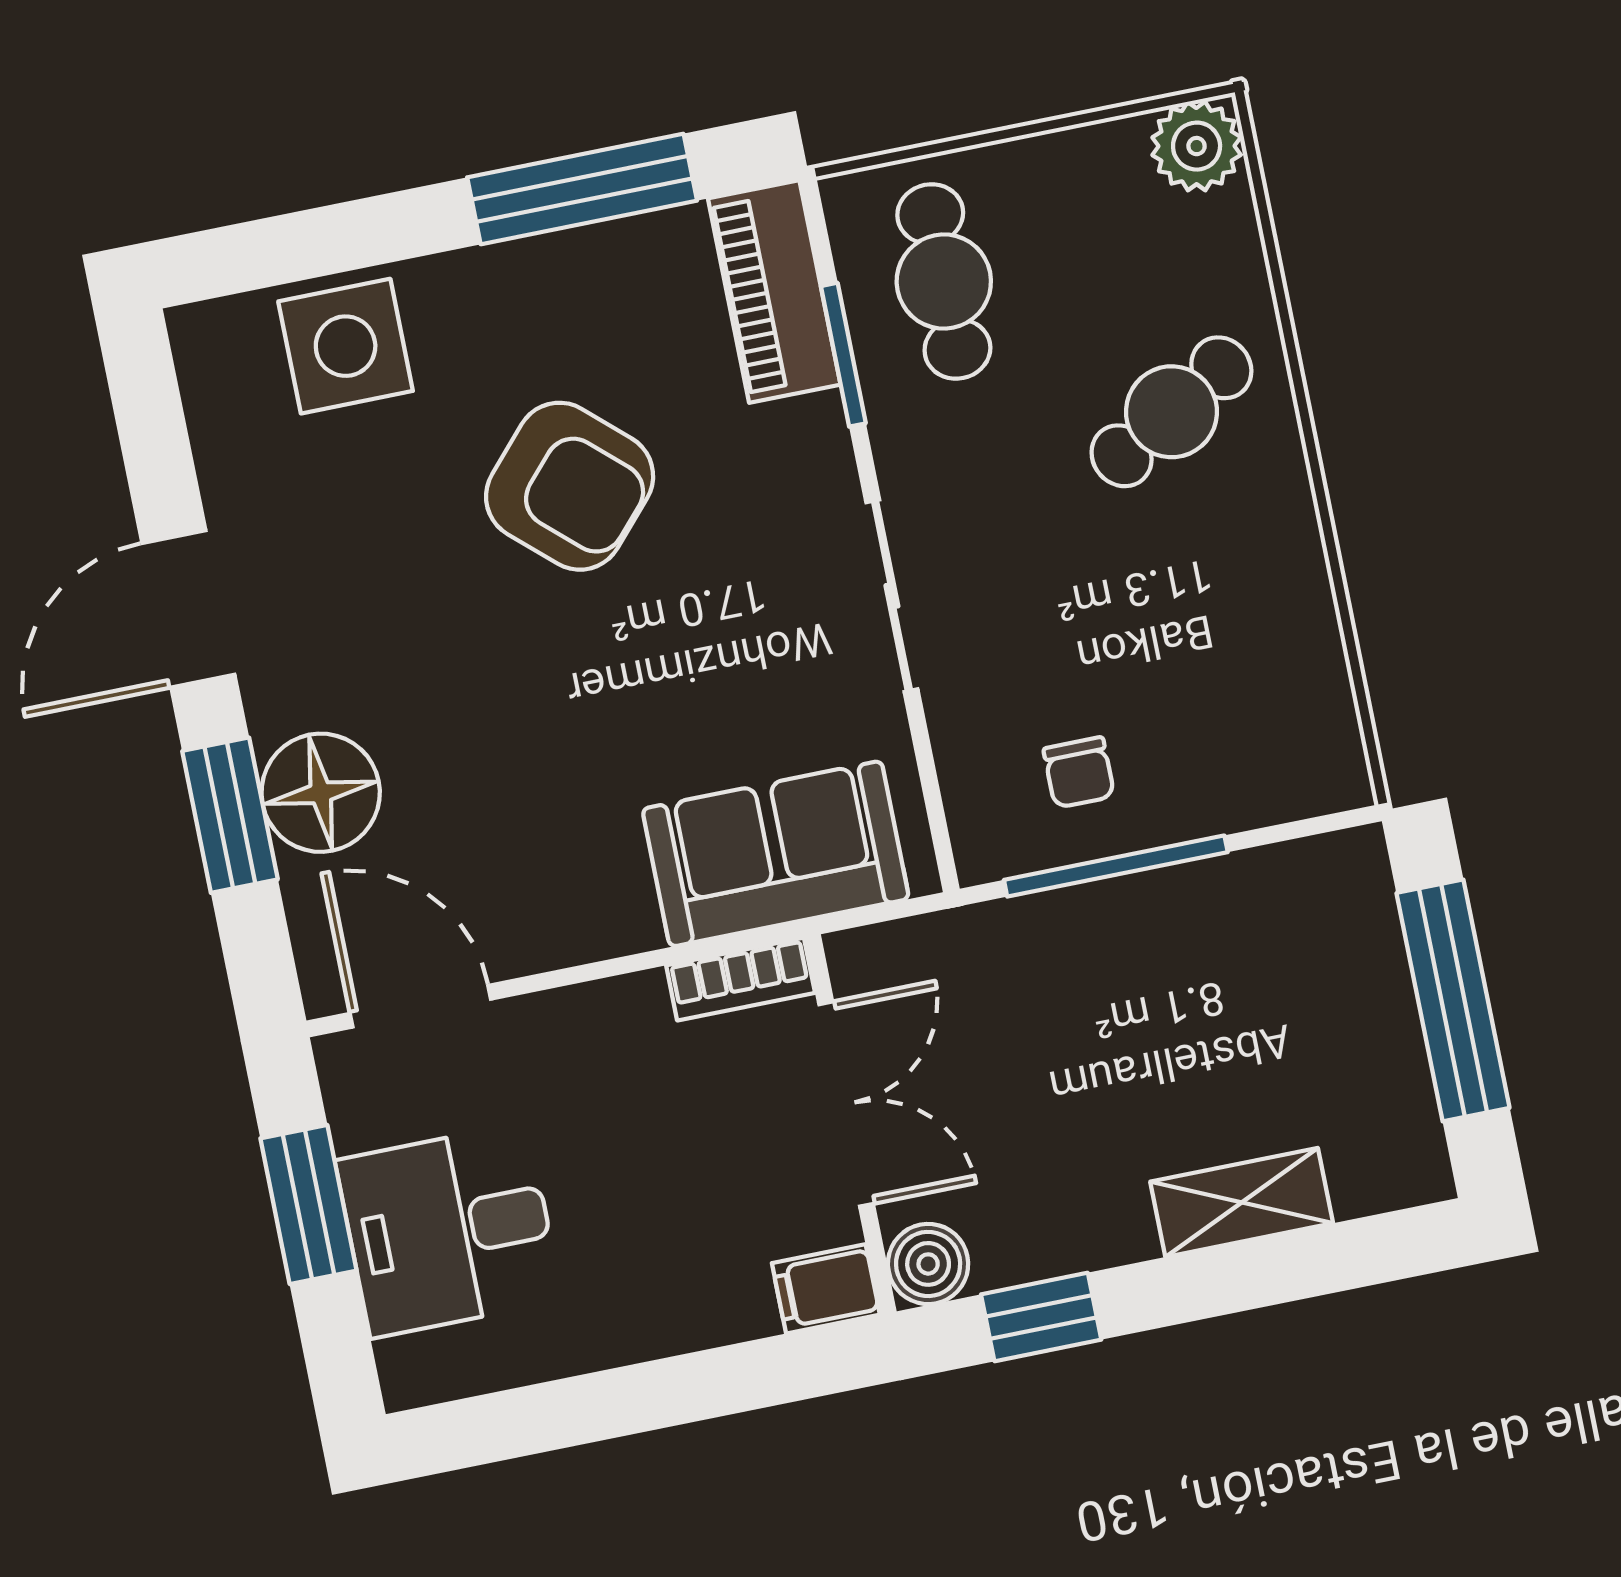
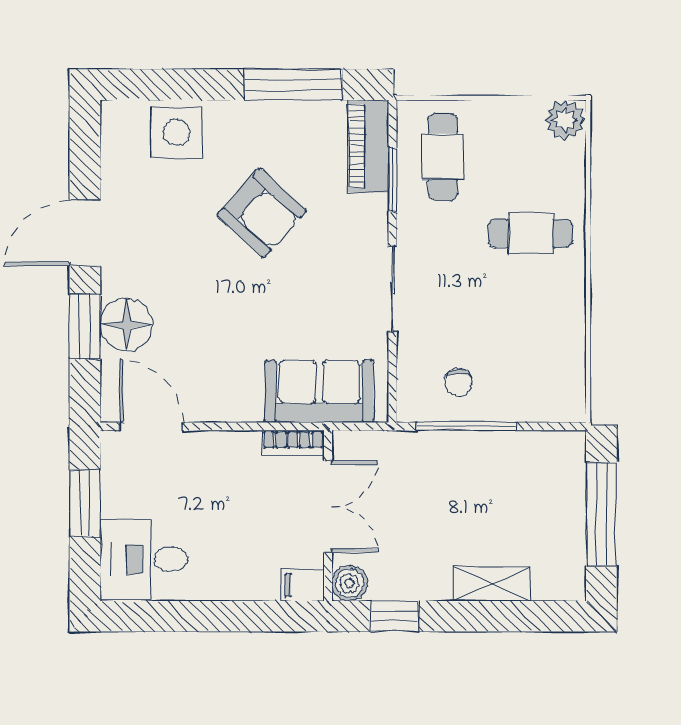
cafe table: (1171, 412) -> (530, 233), turned 30
desk: (449, 1230) -> (144, 559), moved

